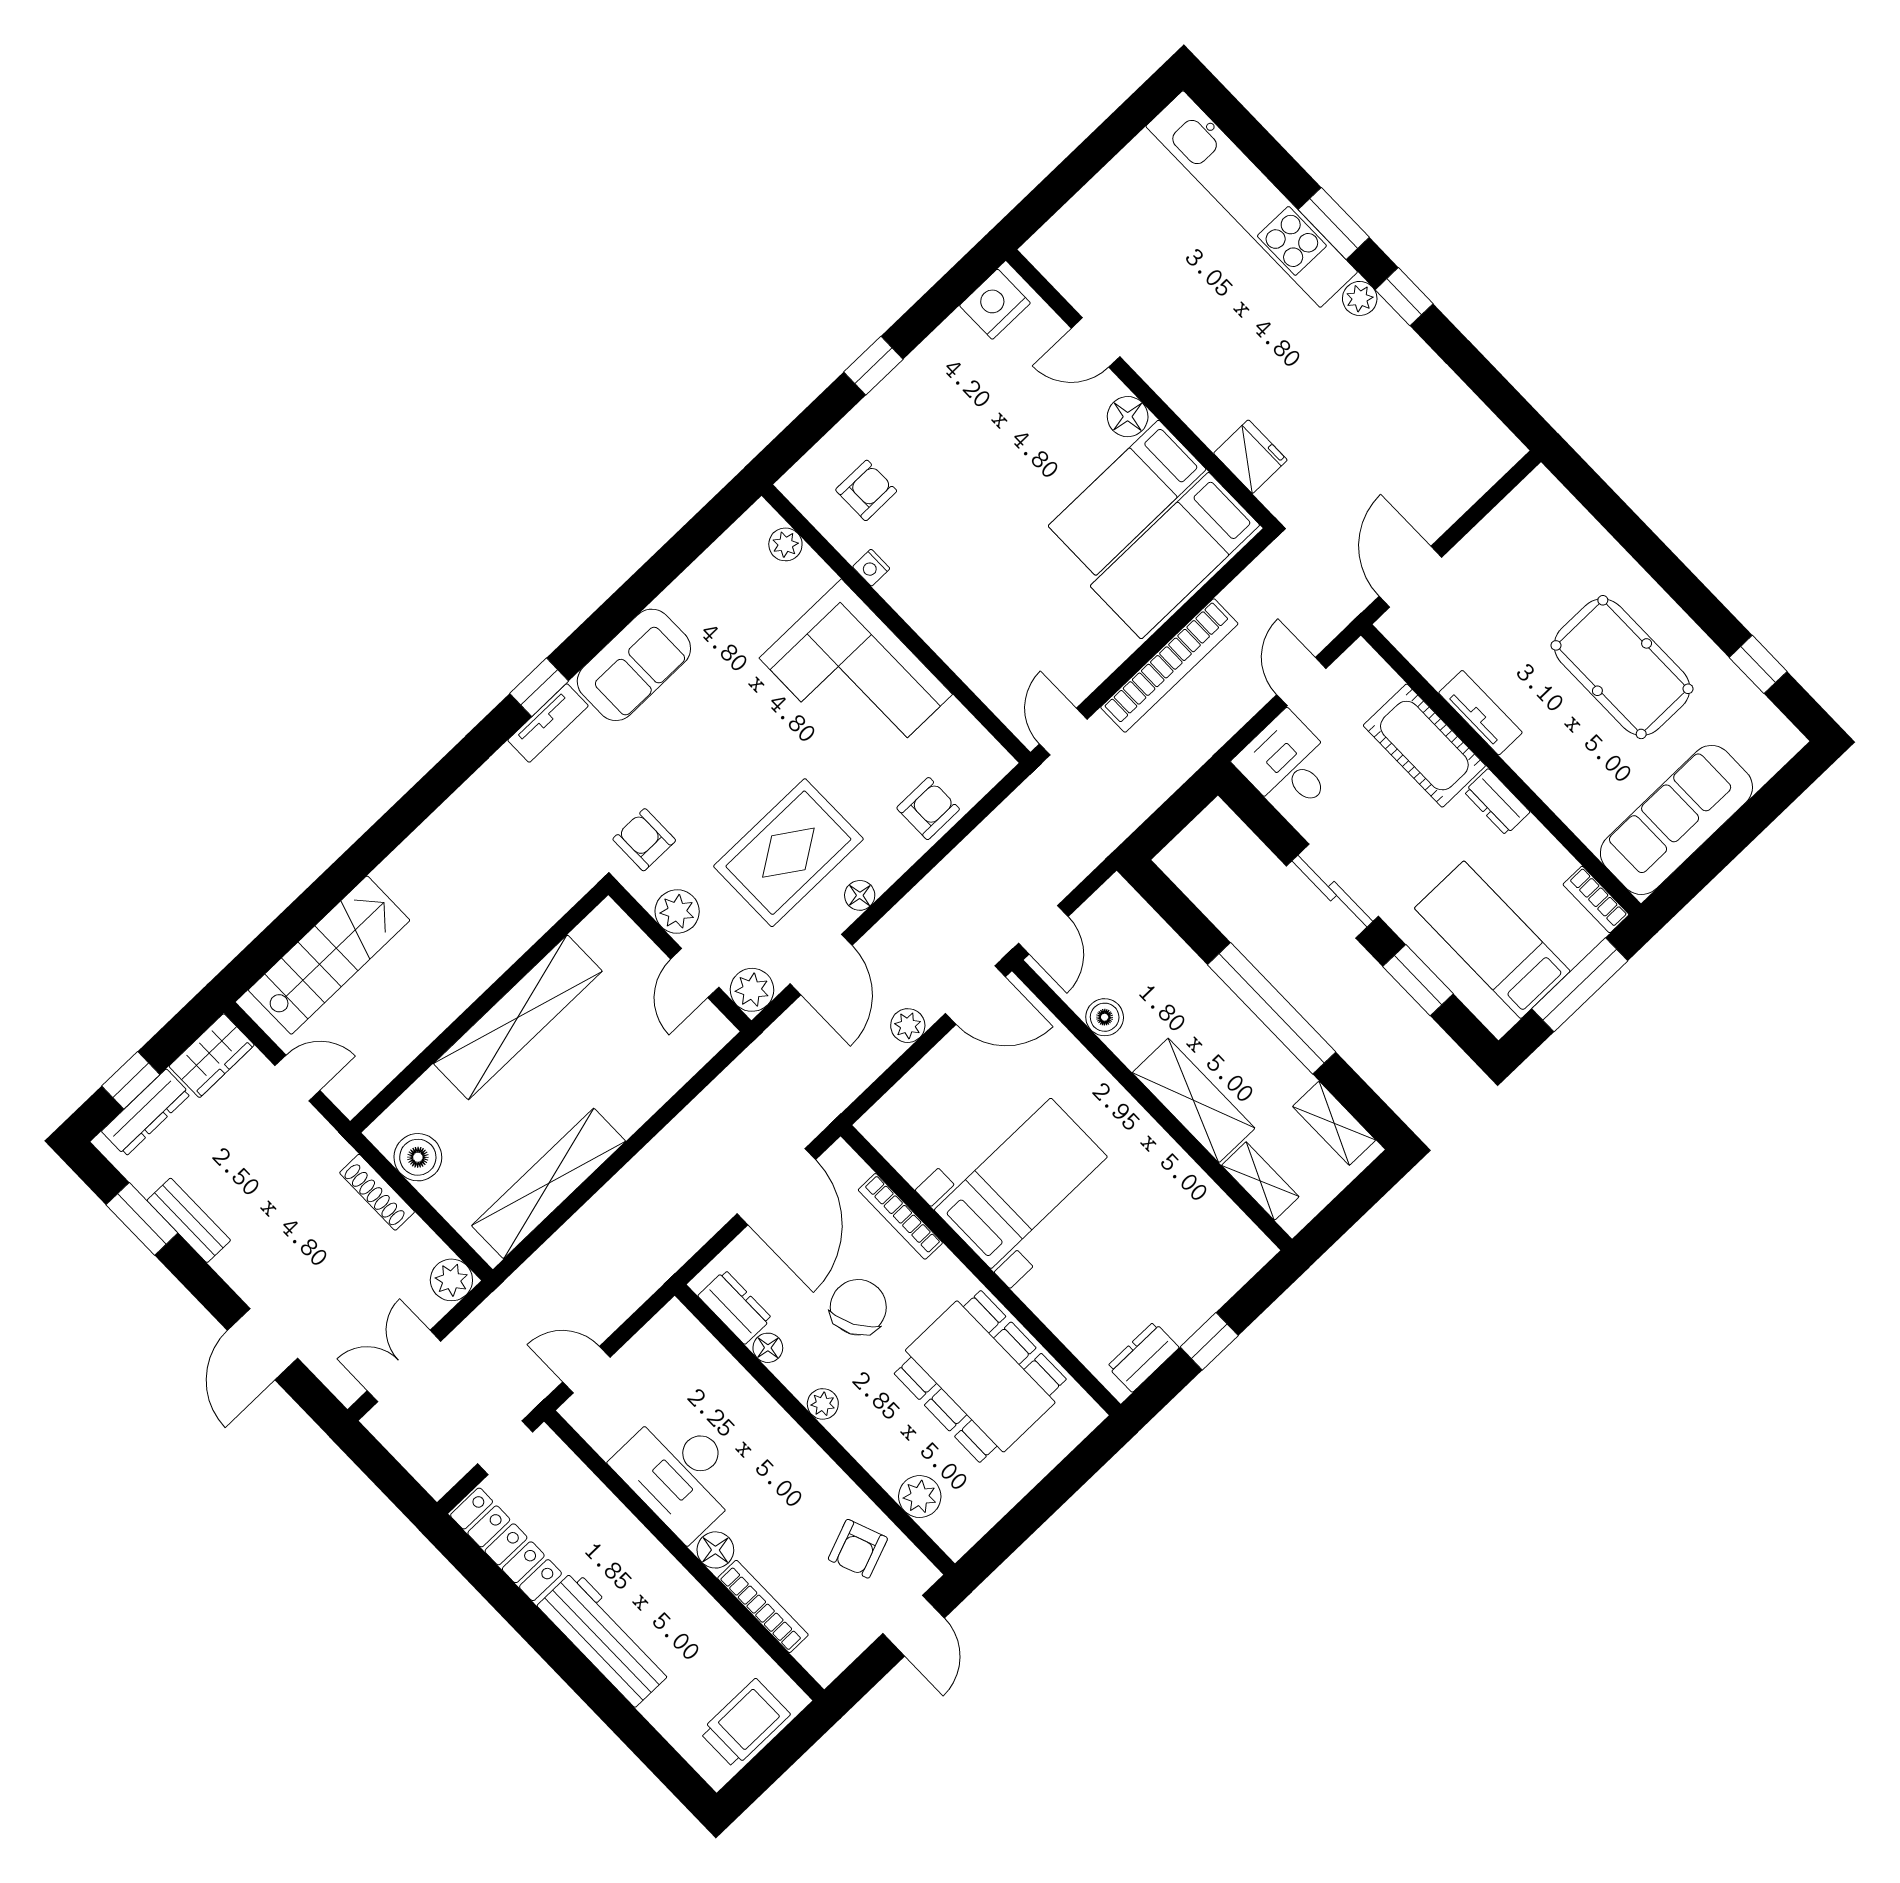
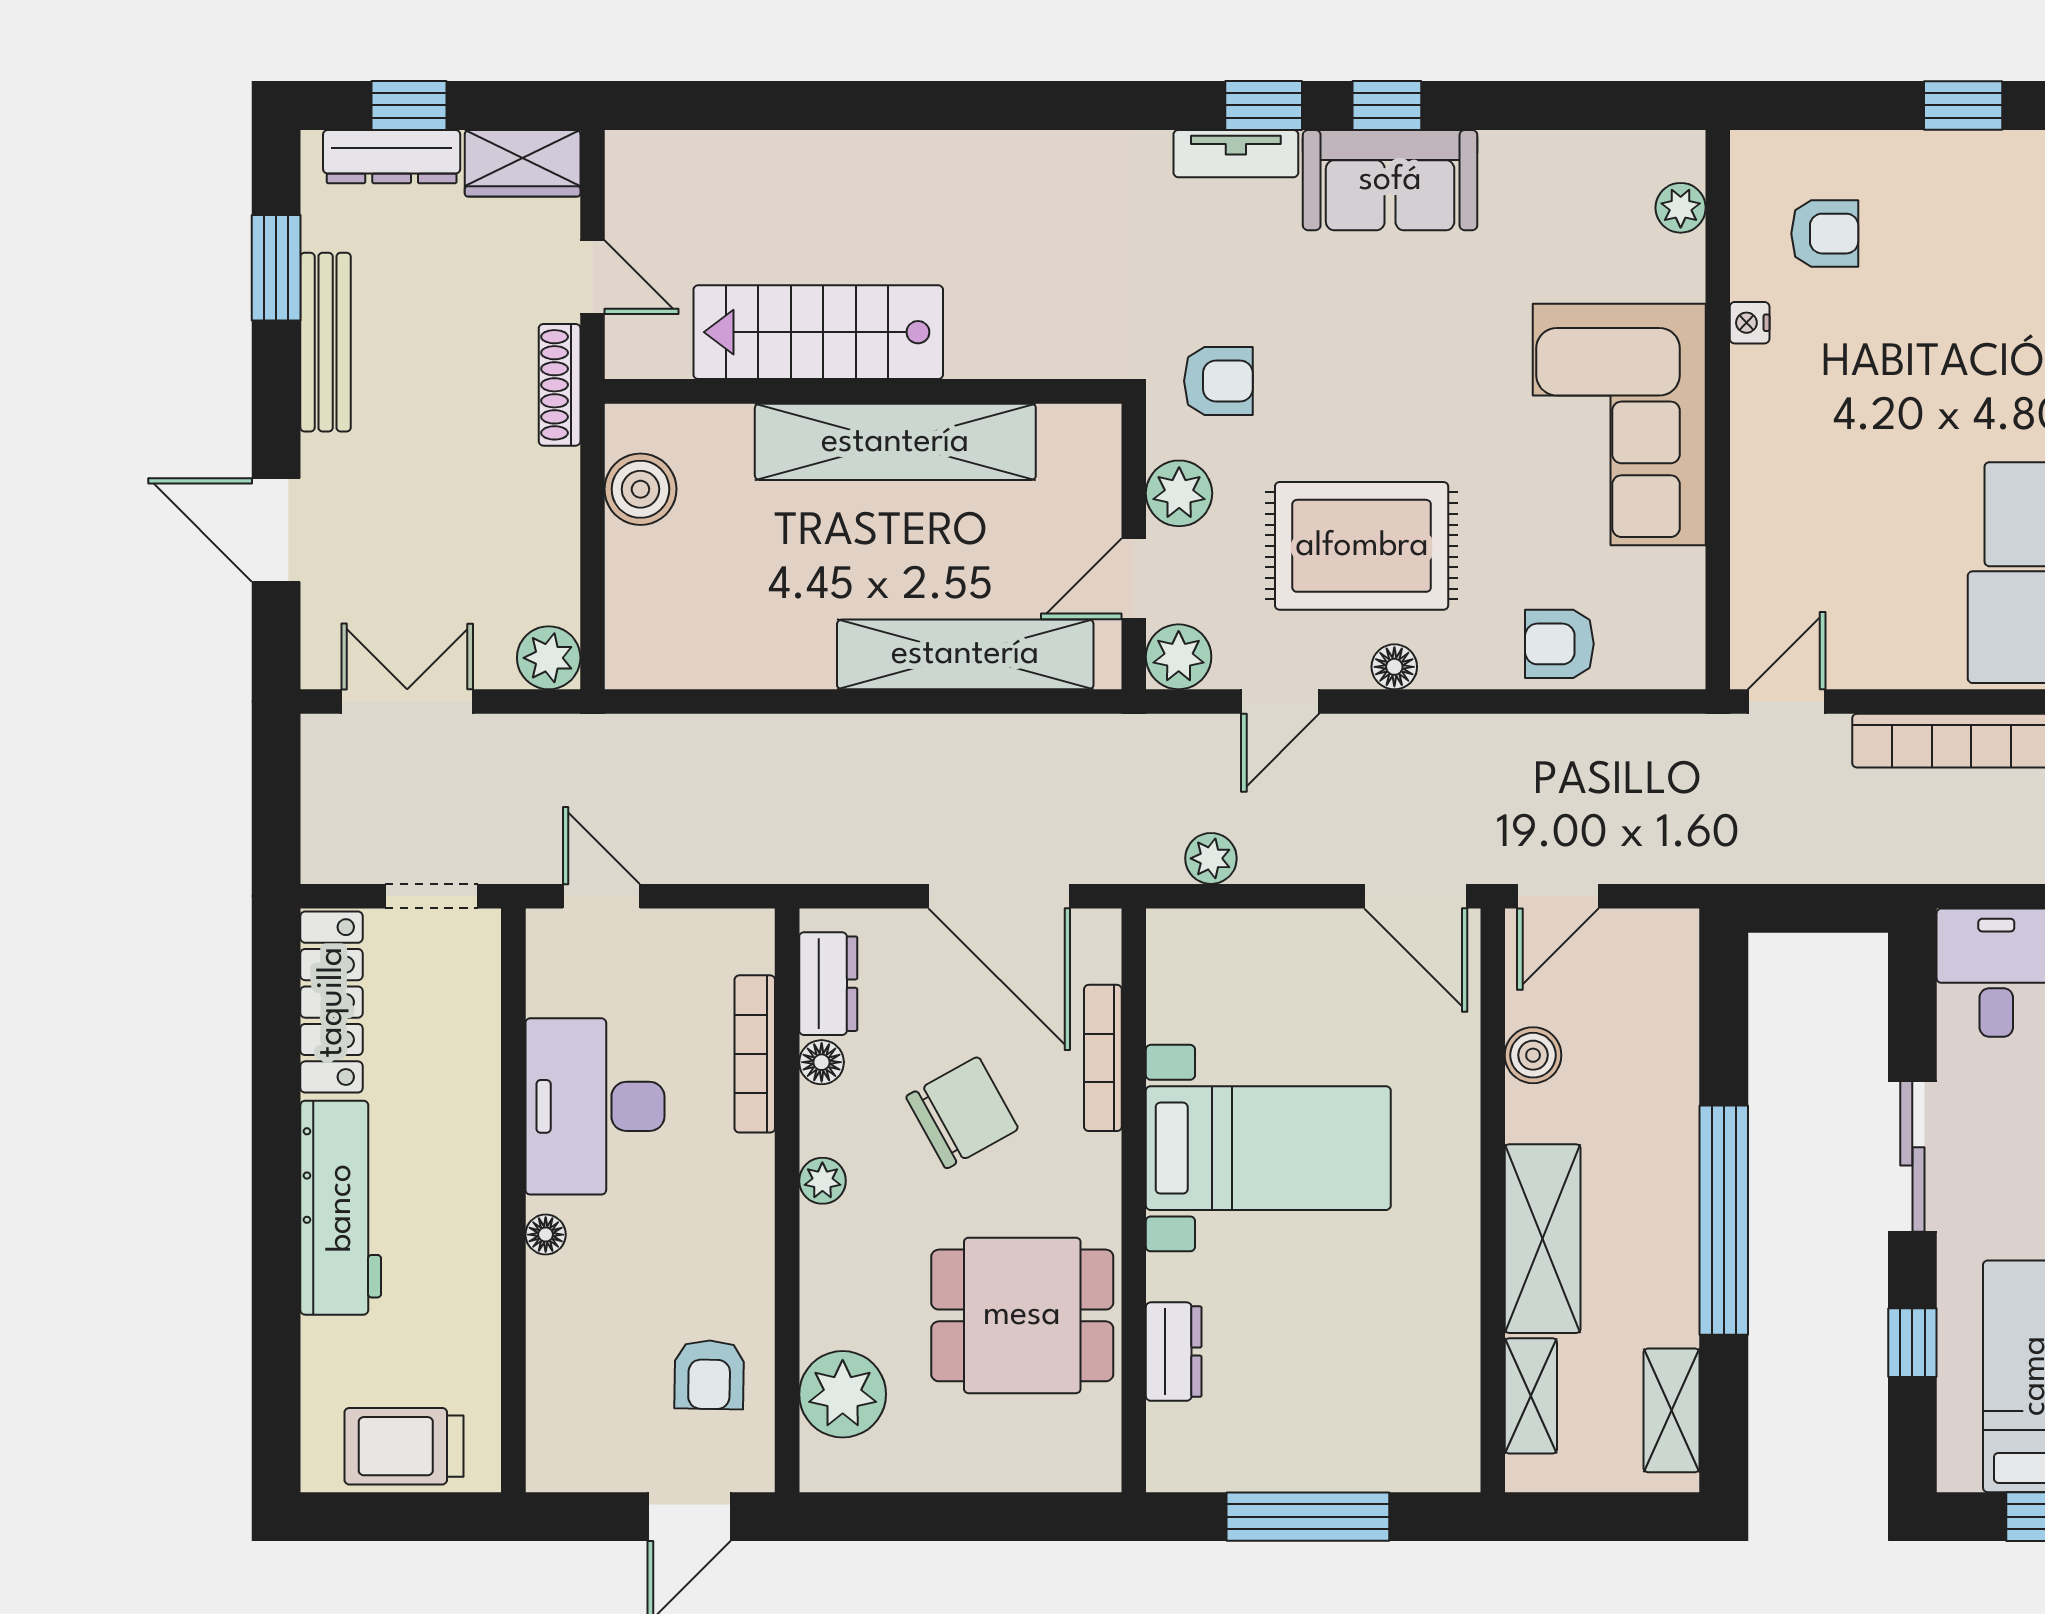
window: (598, 631) -> (1387, 105), added
armchair: (928, 809) -> (1559, 644), turned 180
armchair: (644, 840) -> (1218, 381), turned 90
stairs: (329, 955) -> (818, 332), moved, turned 180
door: (821, 965) -> (1280, 702), width x0.73
window: (1418, 980) -> (1912, 1343), width x0.67
plant: (908, 1026) -> (1211, 858), moved
shelving: (549, 1183) -> (965, 654), moved
door: (776, 1187) -> (999, 896), hinge flipped
shoe rack: (377, 1192) -> (560, 385), moved
bench: (189, 1220) -> (326, 342), width x1.36
window: (1209, 1341) -> (1308, 1517), width x2.17
door: (262, 1344) -> (276, 530), hinge flipped
dresser: (1143, 1357) -> (1174, 1352), moved, turned 90
dining table: (980, 1376) -> (1022, 1315), width x0.73
plant: (920, 1497) -> (843, 1394), width x1.36, depth x1.36
armchair: (858, 1549) -> (709, 1375), turned -68
floor lamp: (715, 1550) -> (546, 1235), width x0.73, depth x0.73
bookcase: (763, 1606) -> (755, 1054), moved, turned 180
trolley: (745, 1723) -> (404, 1446), turned 180

